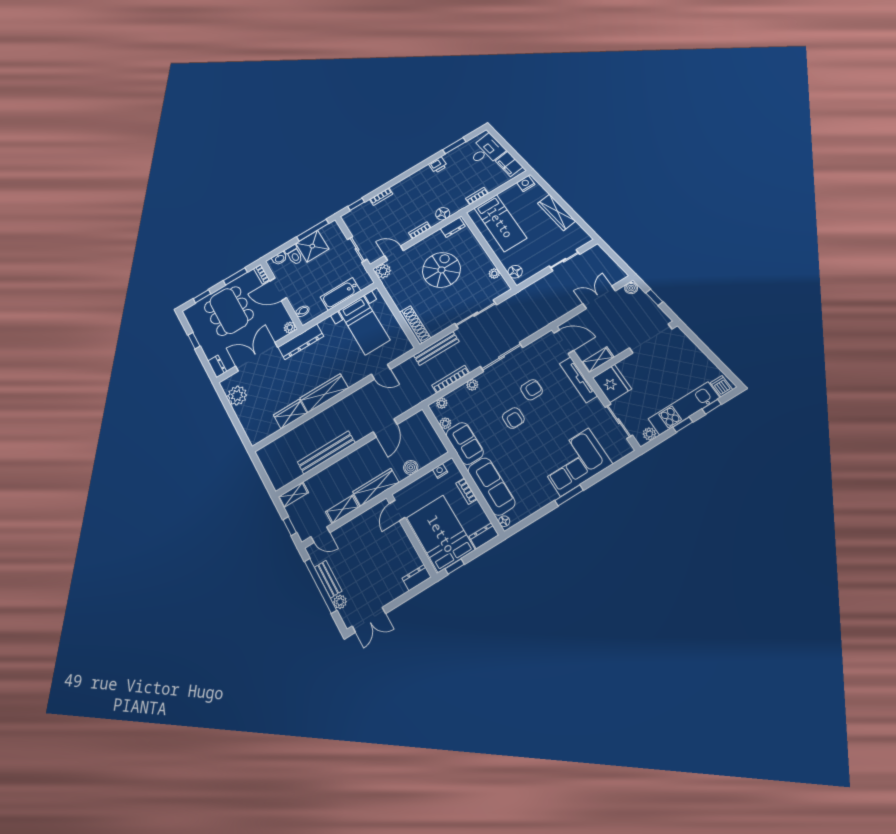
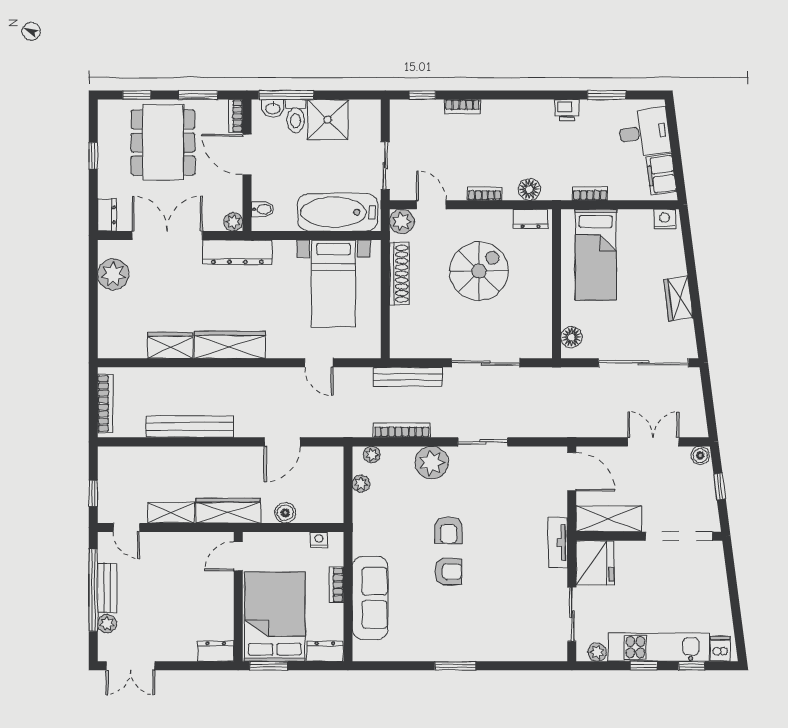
wardrobe: (556, 212) -> (678, 299), width x0.67
window: (313, 230) -> (286, 95), moved
sliding door: (565, 260) -> (644, 363), width x1.86
plant: (494, 273) -> (544, 322), removed
bathtub: (340, 294) -> (338, 212), width x1.36, depth x1.36
shoe rack: (415, 325) -> (399, 274), moved
sliding door: (502, 357) -> (483, 442), width x0.73
shelving: (598, 360) -> (609, 519), width x1.50, depth x1.33
tv unit: (578, 380) -> (558, 542), width x0.71
plant: (472, 385) -> (432, 463), width x1.88, depth x1.88
armchair: (532, 390) -> (448, 572), moved
sofa: (465, 443) -> (370, 524), removed
corner sofa: (575, 462) -> (488, 631), removed
bookcase: (270, 470) -> (105, 404), added
shelving: (293, 495) -> (119, 456), removed
floor lamp: (504, 521) -> (360, 649), removed
window: (455, 566) -> (269, 666), width x1.50

